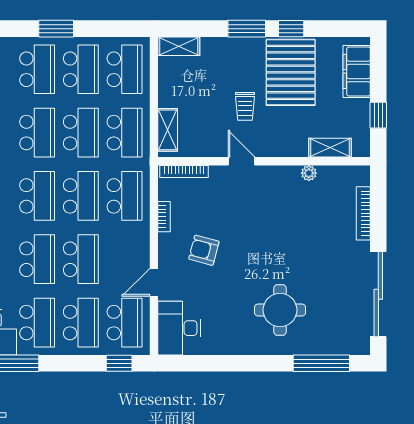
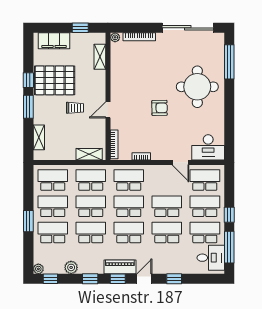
shelving: (179, 46) -> (39, 137), moved
plant: (309, 173) -> (115, 37), moved
armchair: (204, 250) -> (160, 108), moved, turned -106
round table: (280, 310) -> (197, 87), width x1.36, depth x1.36
window: (119, 363) -> (229, 215), moved

